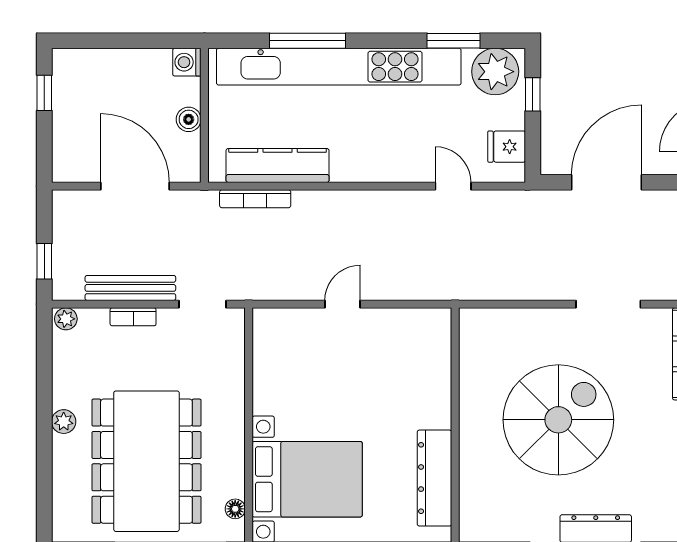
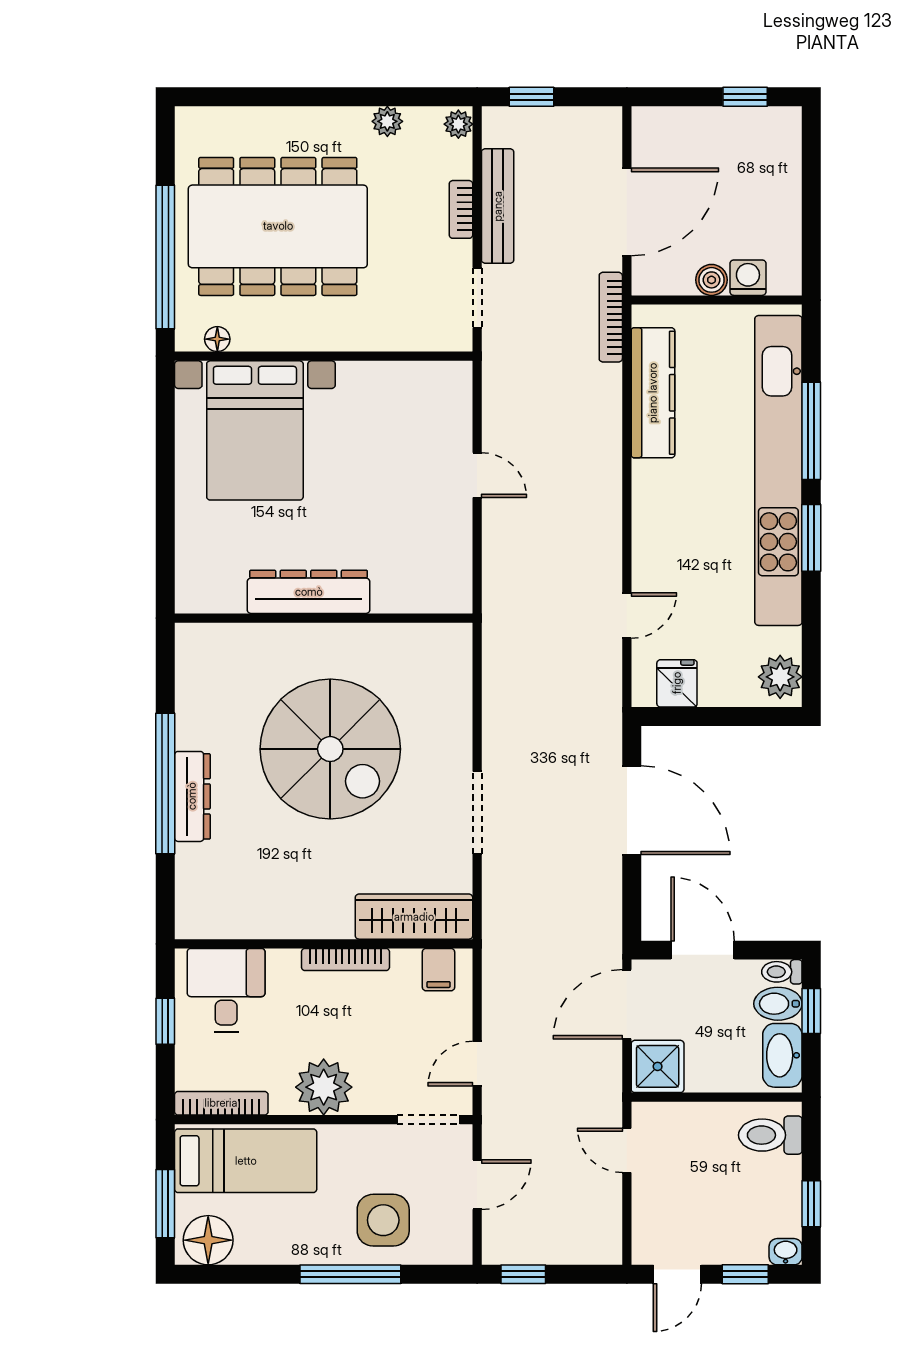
window: (453, 41) -> (811, 538), moved
washing machine: (187, 62) -> (748, 278), moved
plant: (495, 72) -> (780, 677), width x0.73, depth x0.73
window: (533, 94) -> (743, 717), removed
bookcase: (255, 199) -> (611, 317), moved
plant: (64, 422) -> (387, 121), moved
dresser: (434, 478) -> (309, 592), moved

